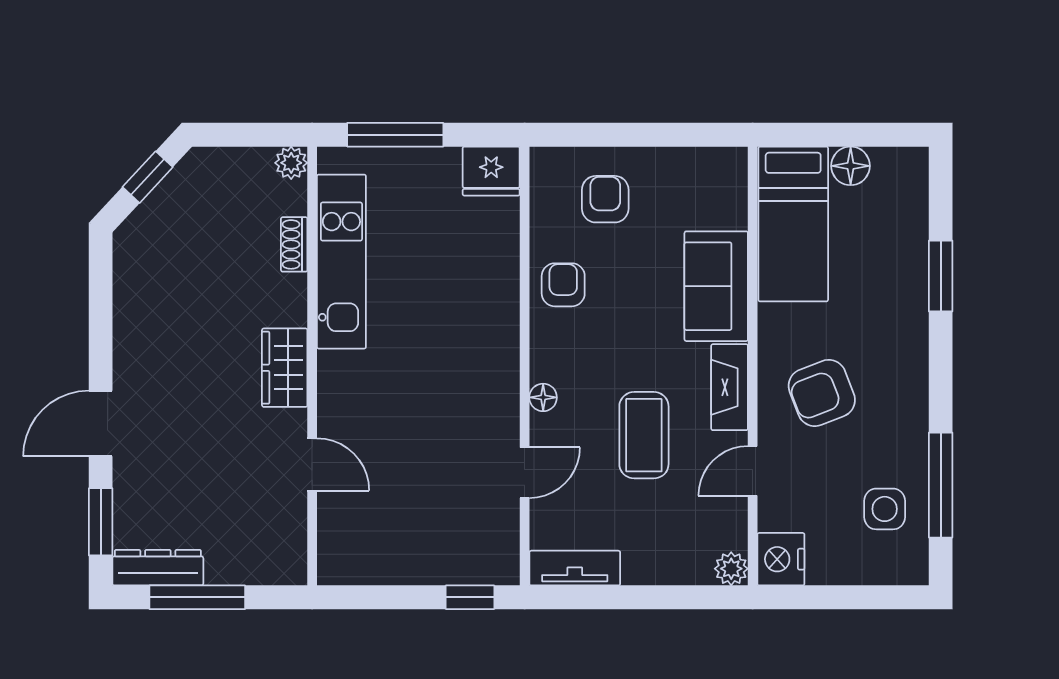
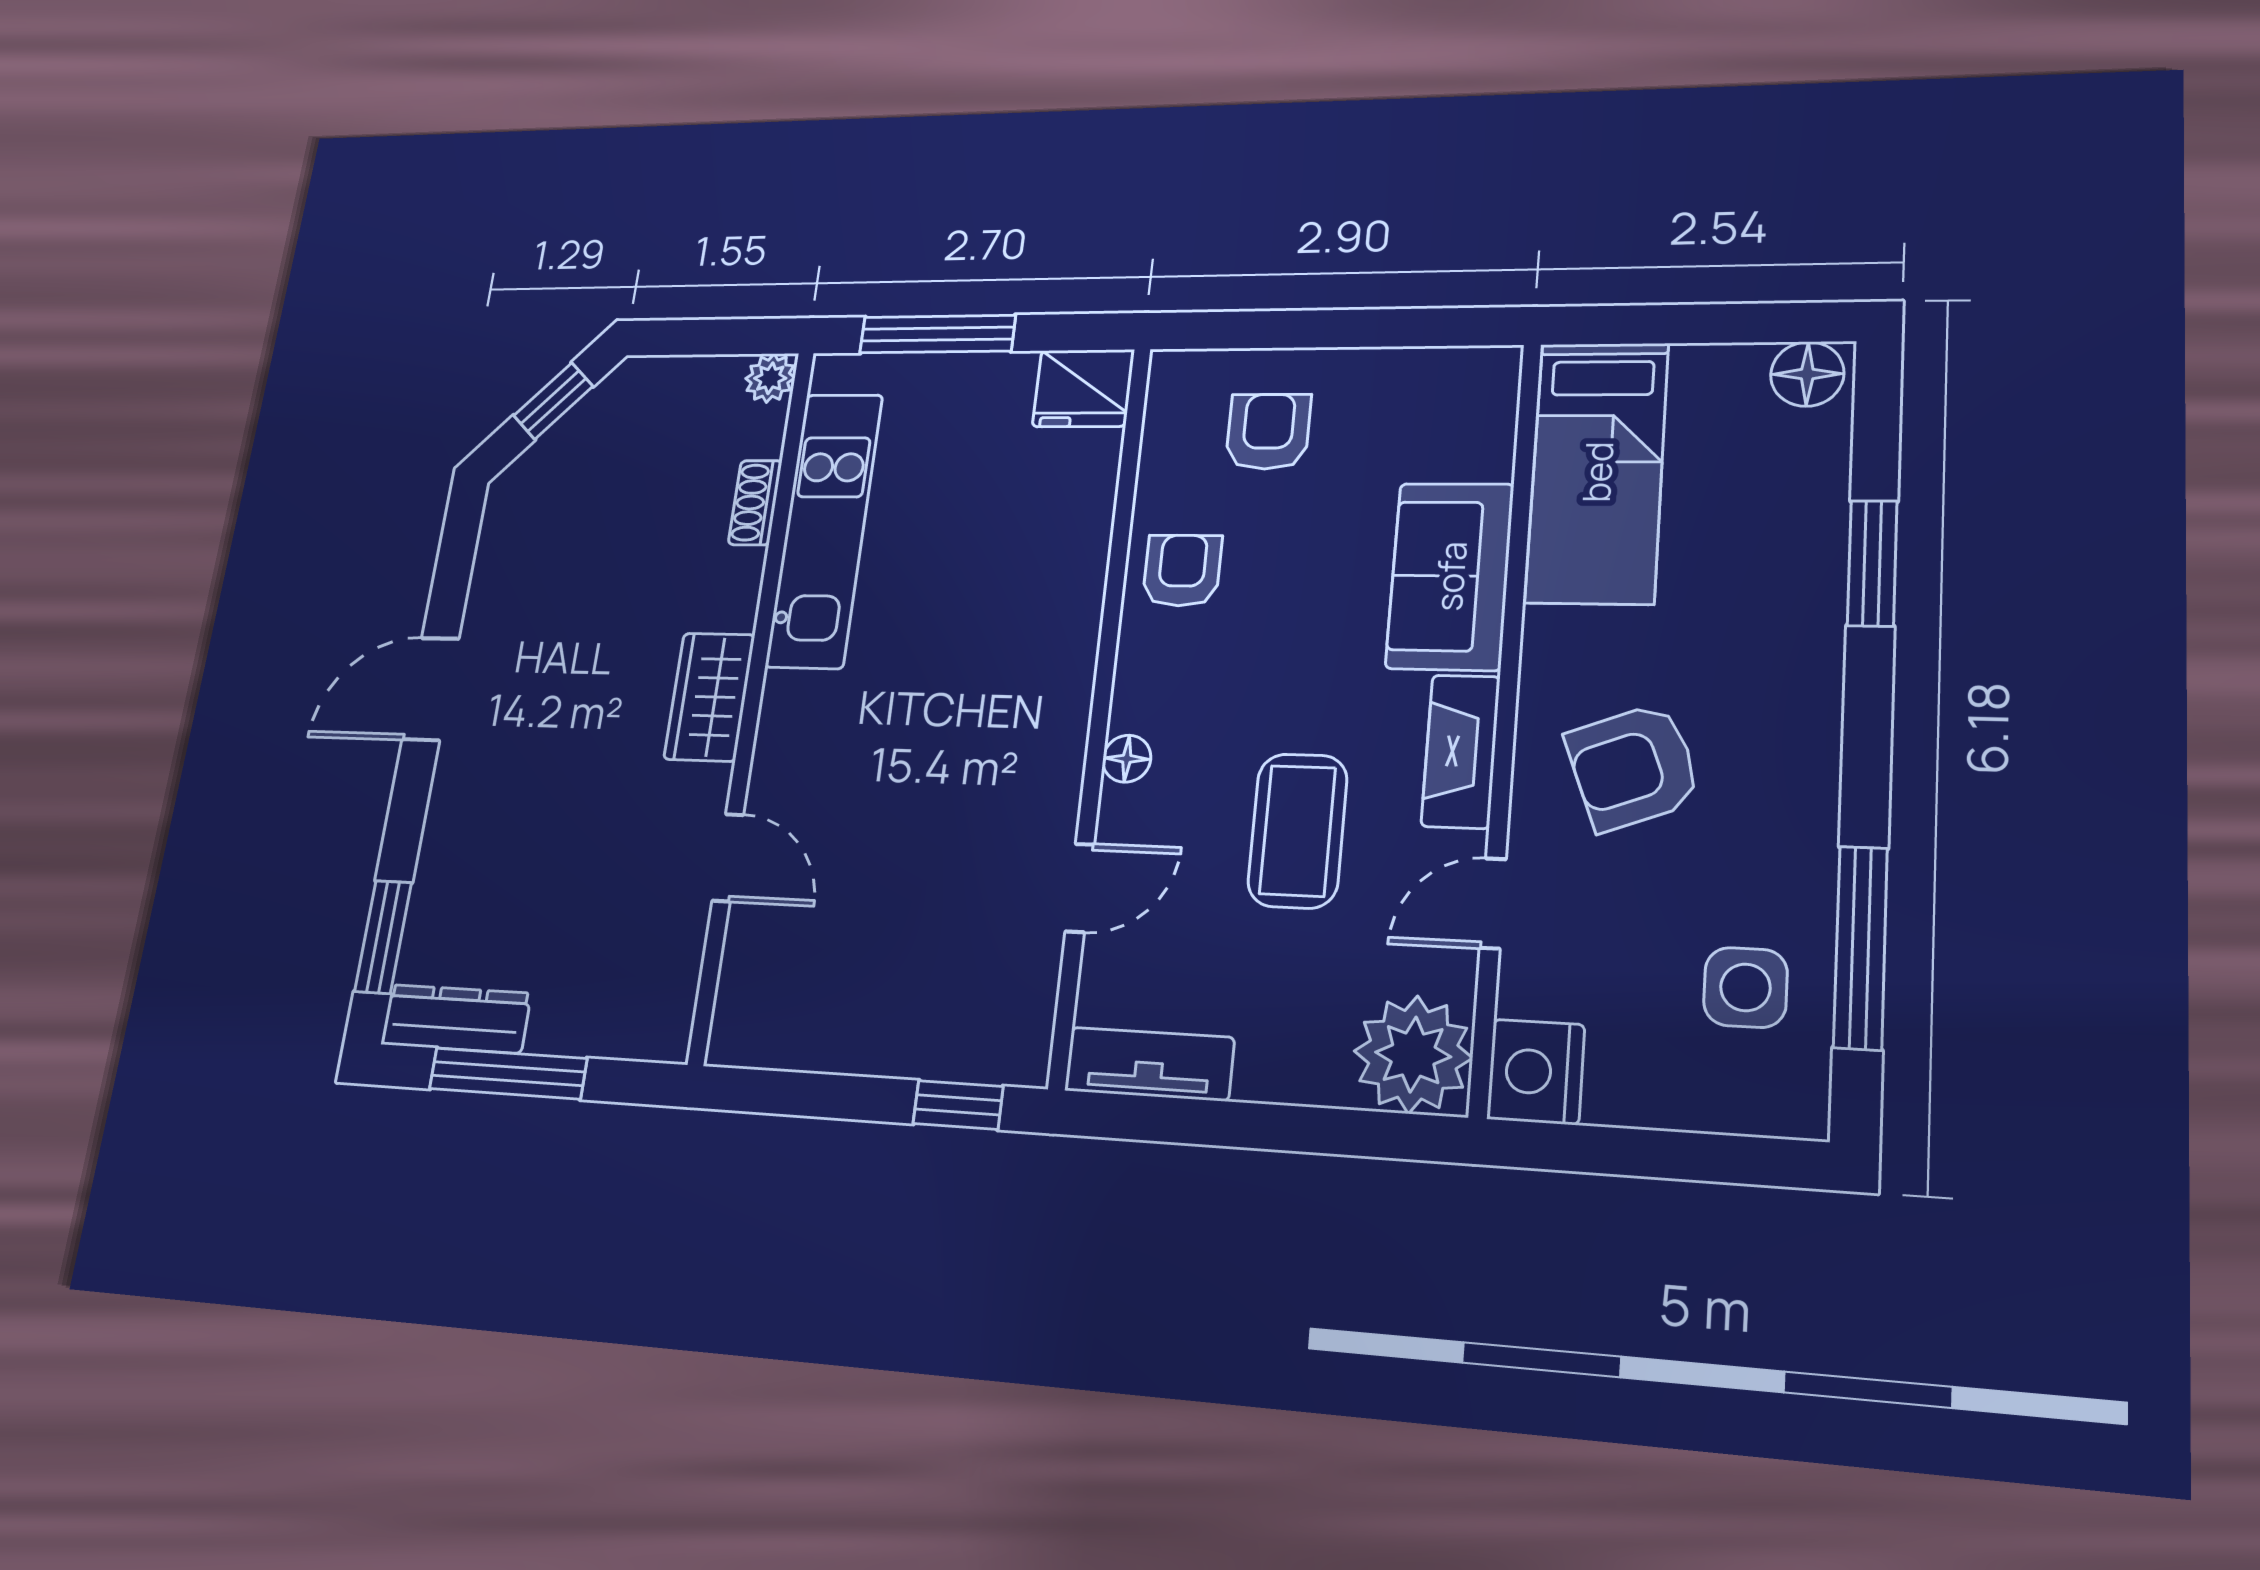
floor lamp: (851, 166) -> (1807, 374), moved
door: (101, 423) -> (431, 689), moved
plant: (731, 569) -> (1413, 1054), width x1.88, depth x1.88

